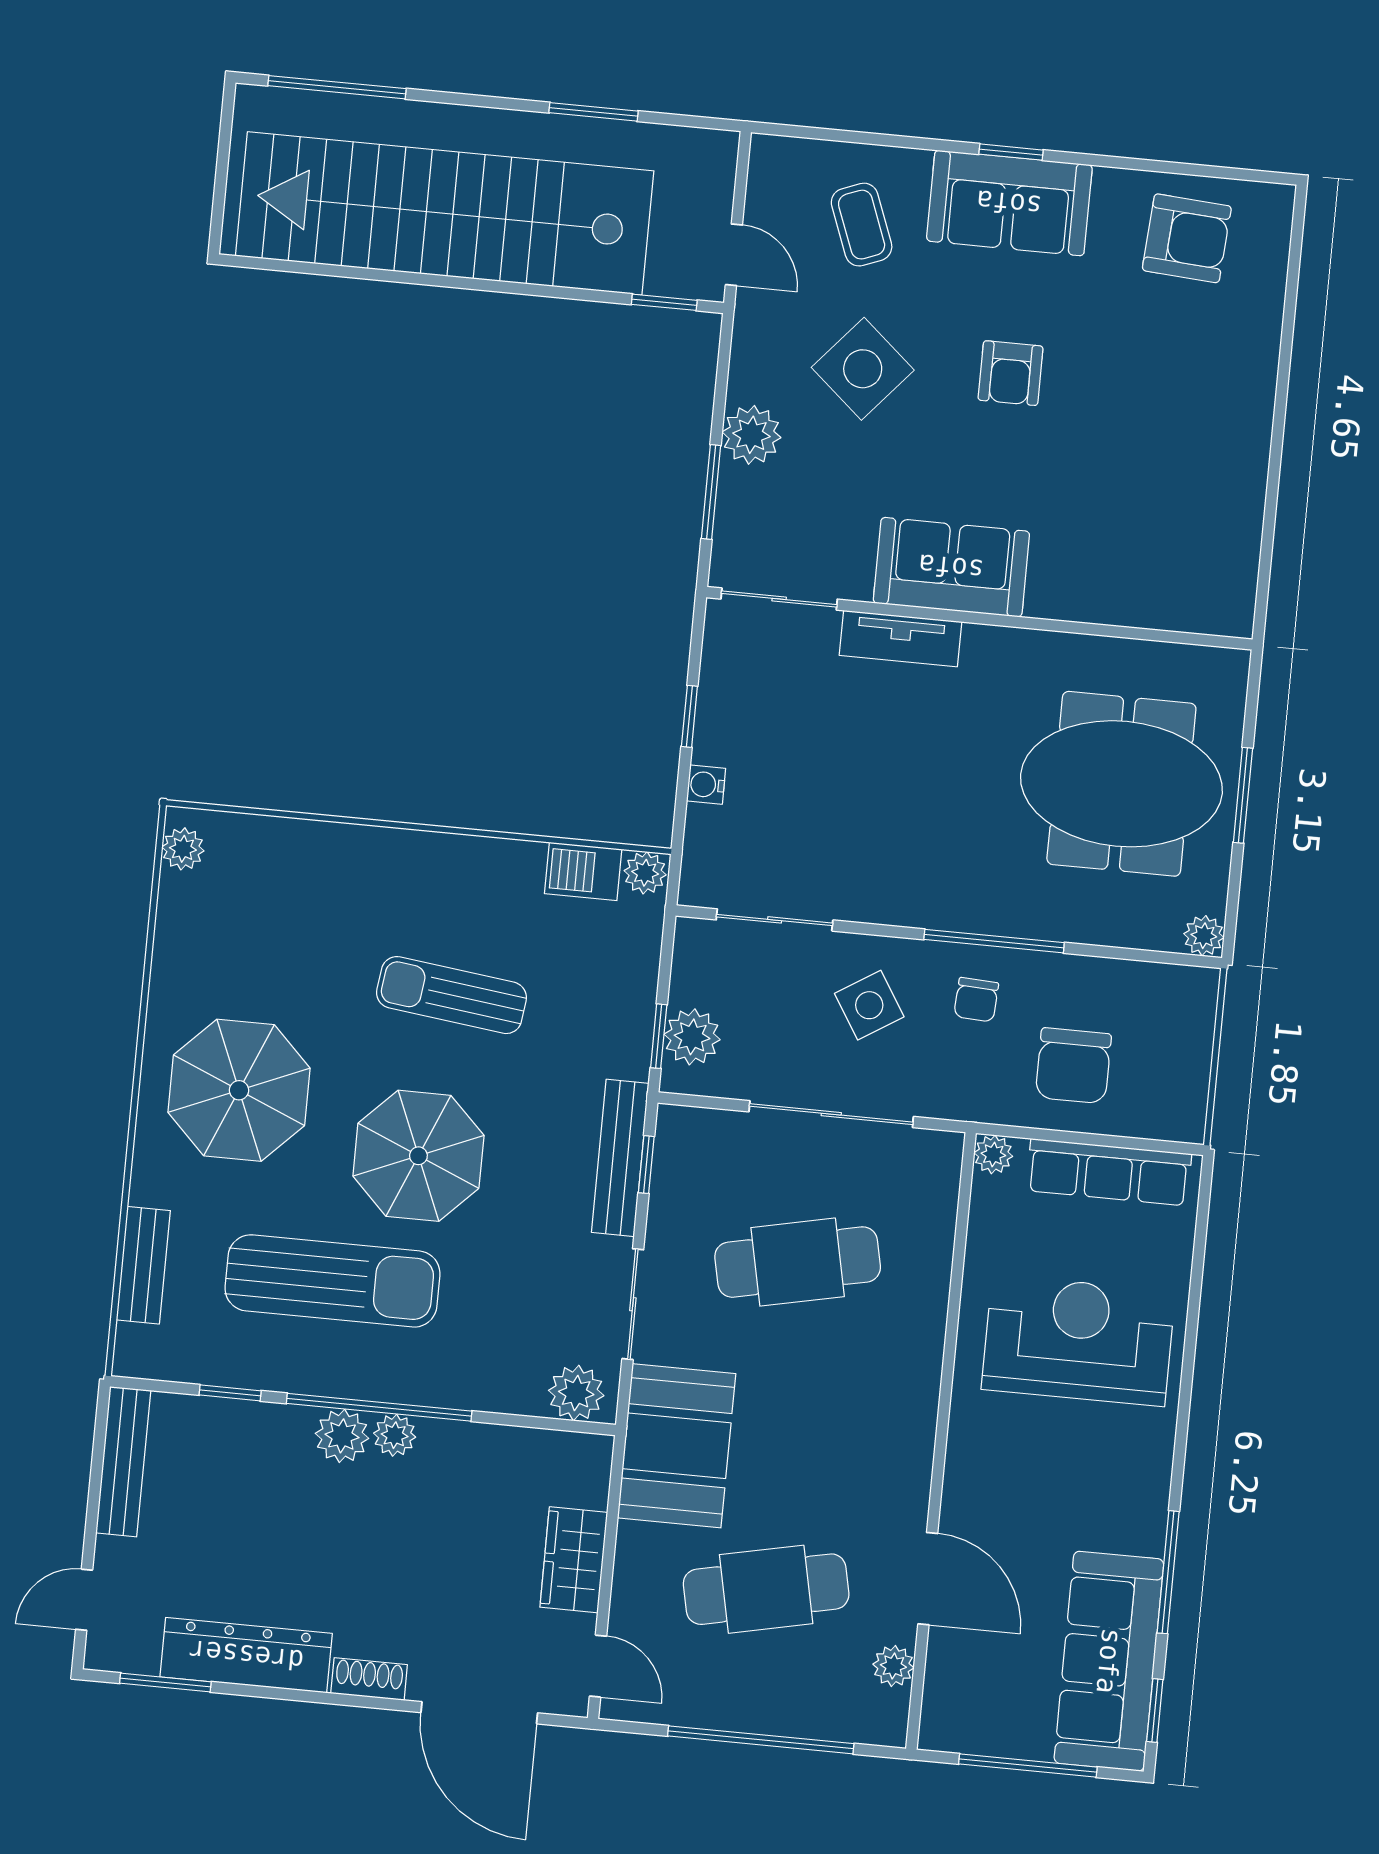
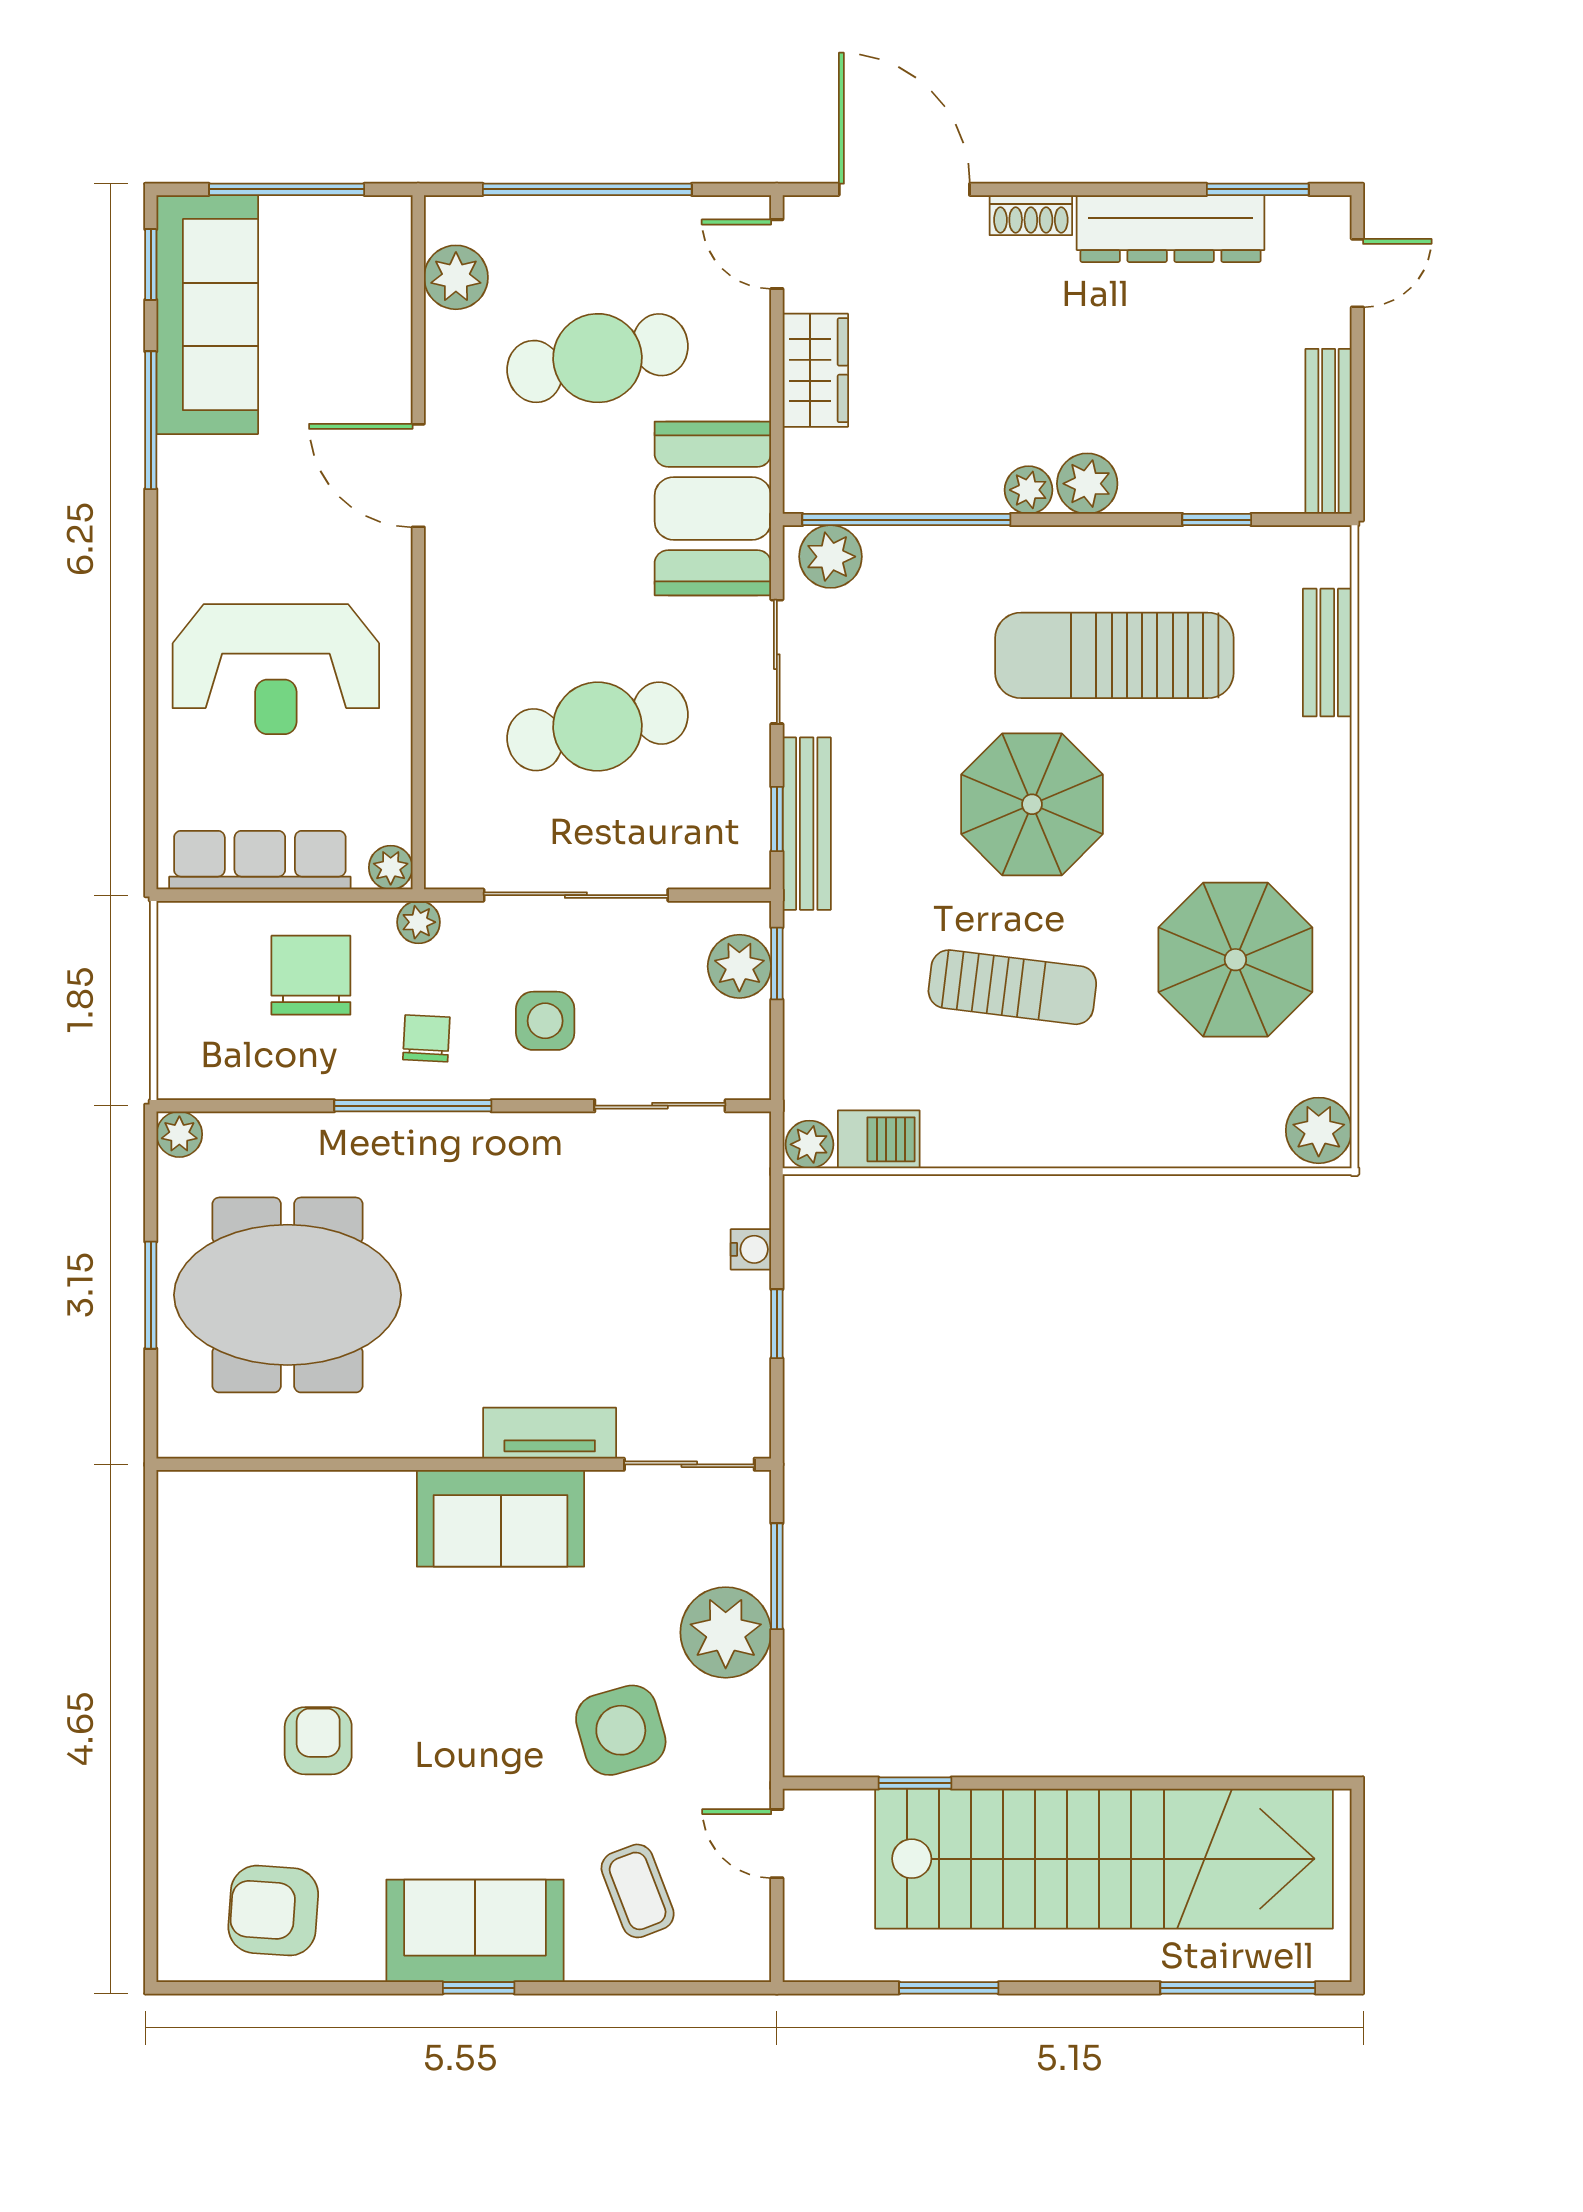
window: (664, 302) -> (915, 1783), moved
side table: (863, 369) -> (621, 1730), turned 33
armchair: (1011, 373) -> (318, 1741), moved
plant: (751, 435) -> (726, 1632), width x1.36, depth x1.36
plant: (183, 849) -> (1319, 1130), width x1.38, depth x1.38
side table: (869, 1005) -> (545, 1021), turned 32
parasol: (239, 1090) -> (1235, 960), moved
plant: (973, 1104) -> (419, 922), added
window: (379, 1407) -> (906, 520), moved
door: (928, 1579) -> (418, 476), moved
plant: (893, 1666) -> (456, 277), width x1.38, depth x1.38

